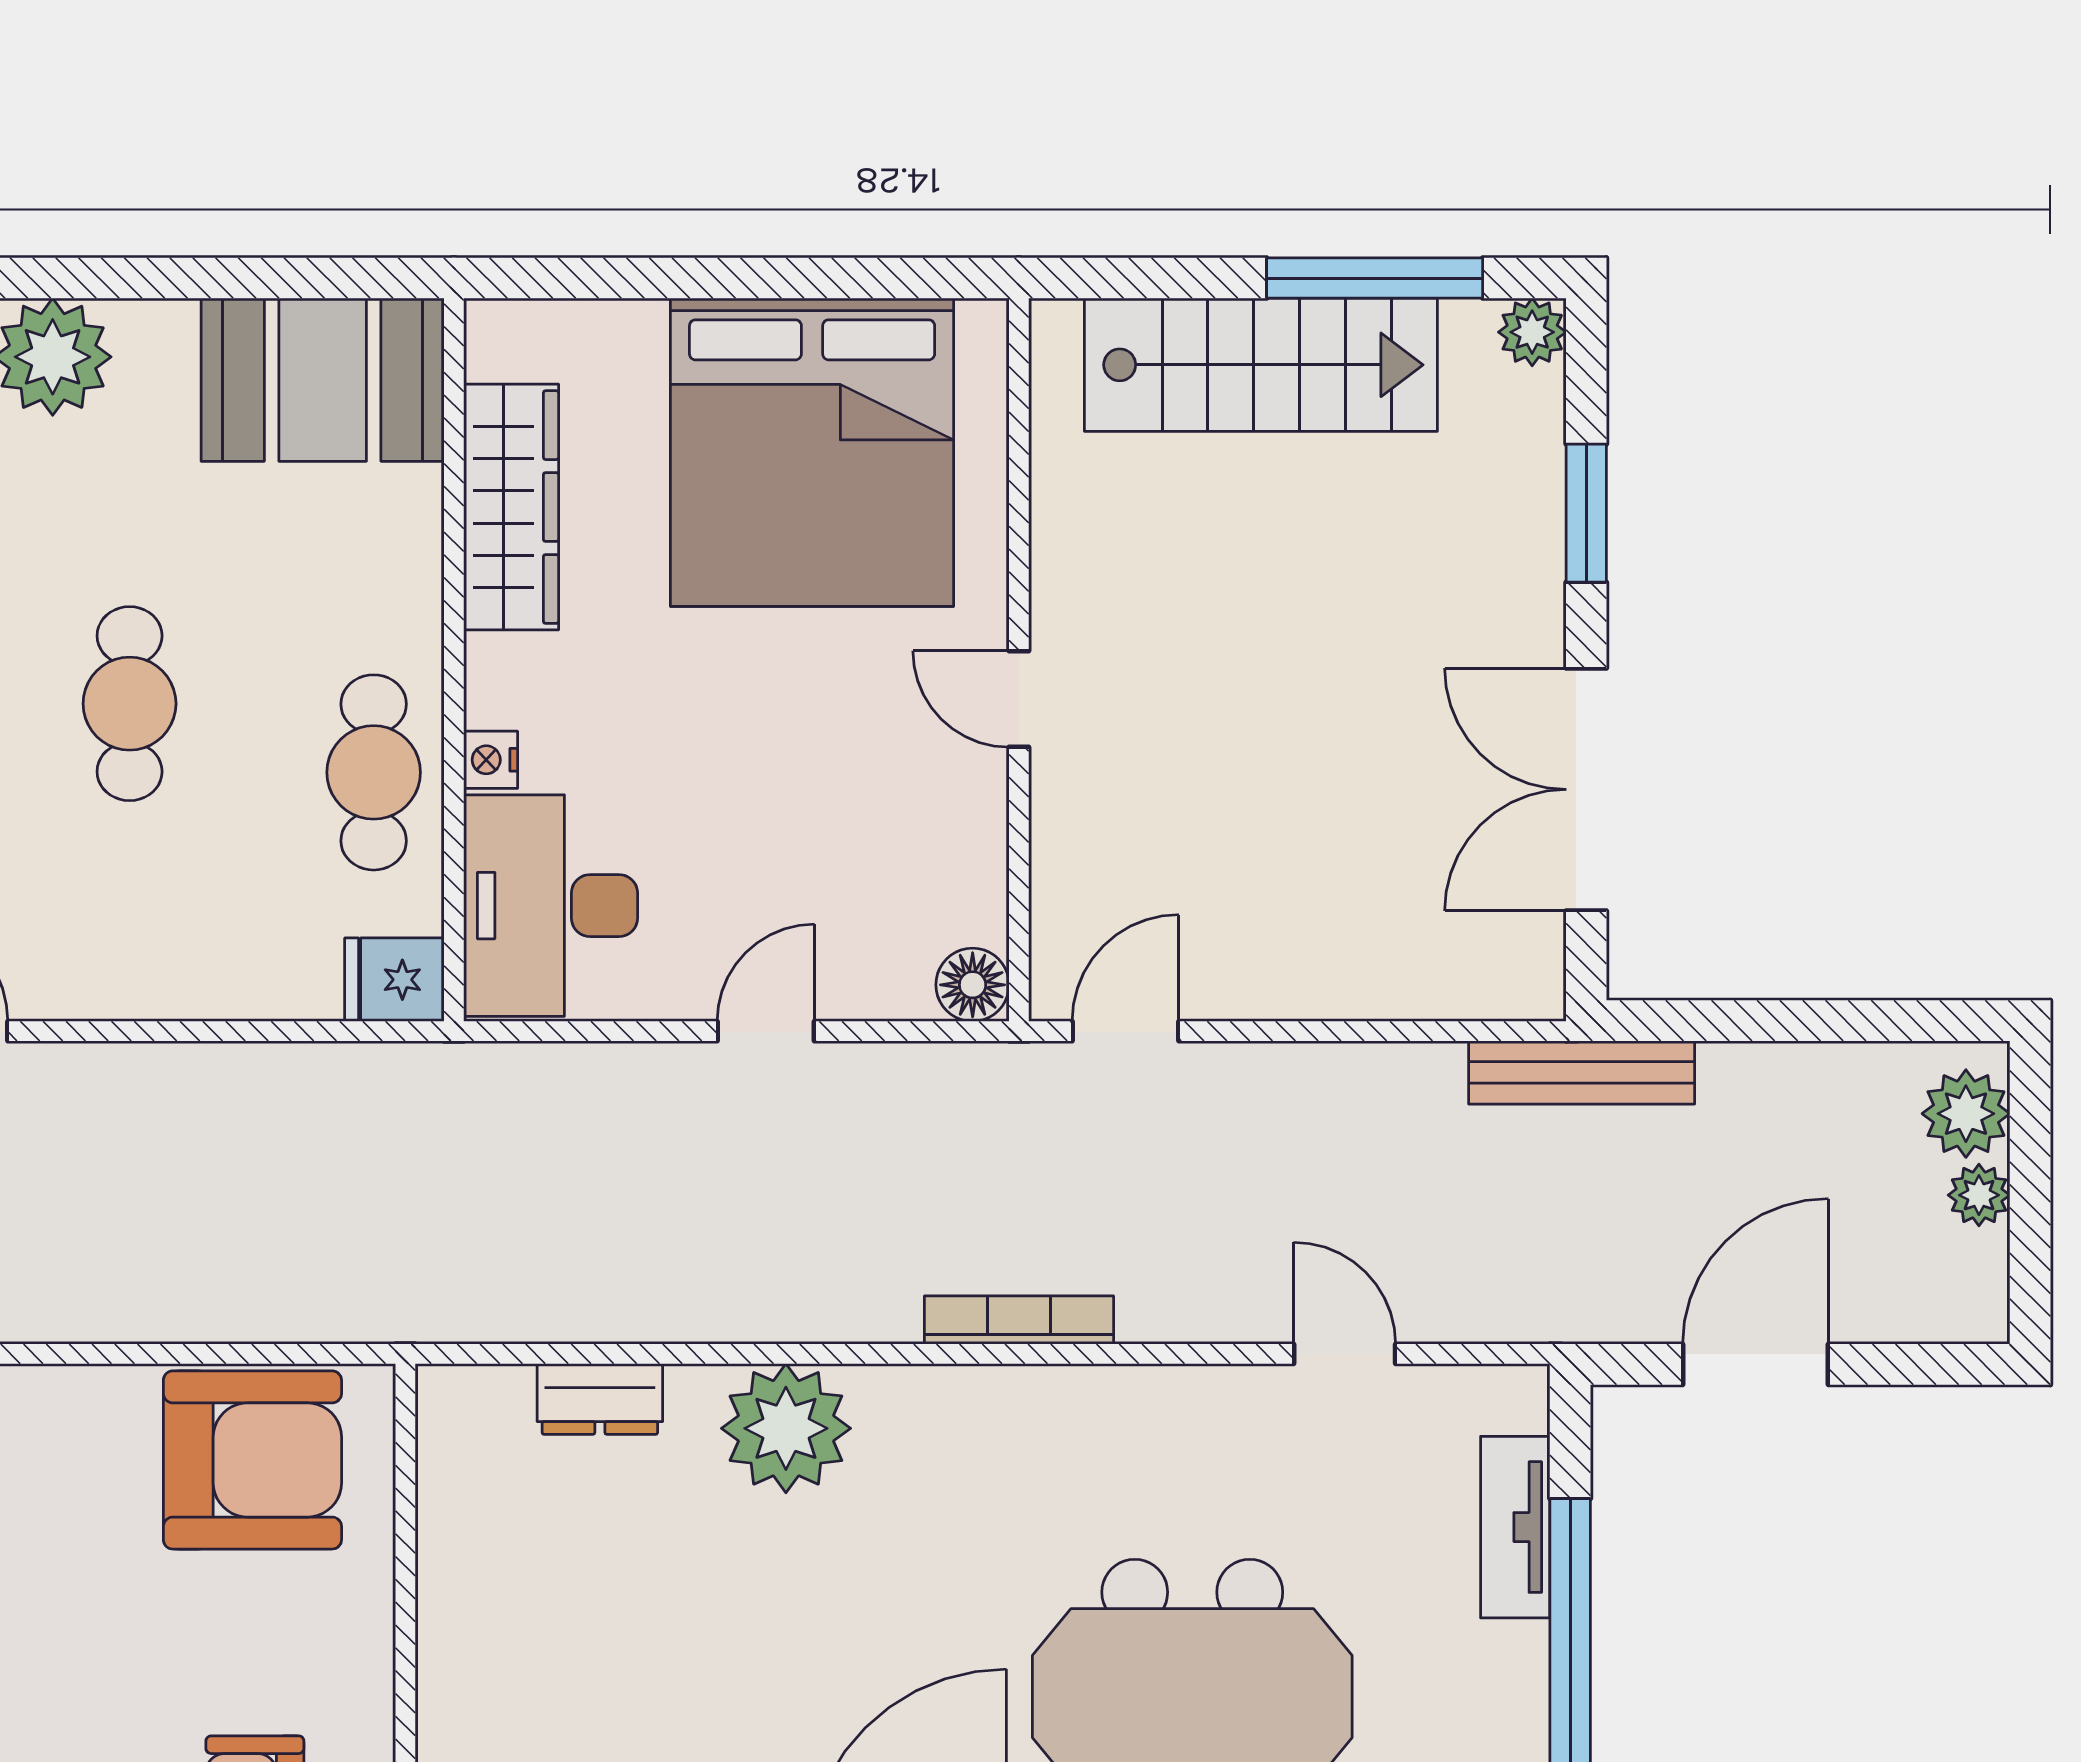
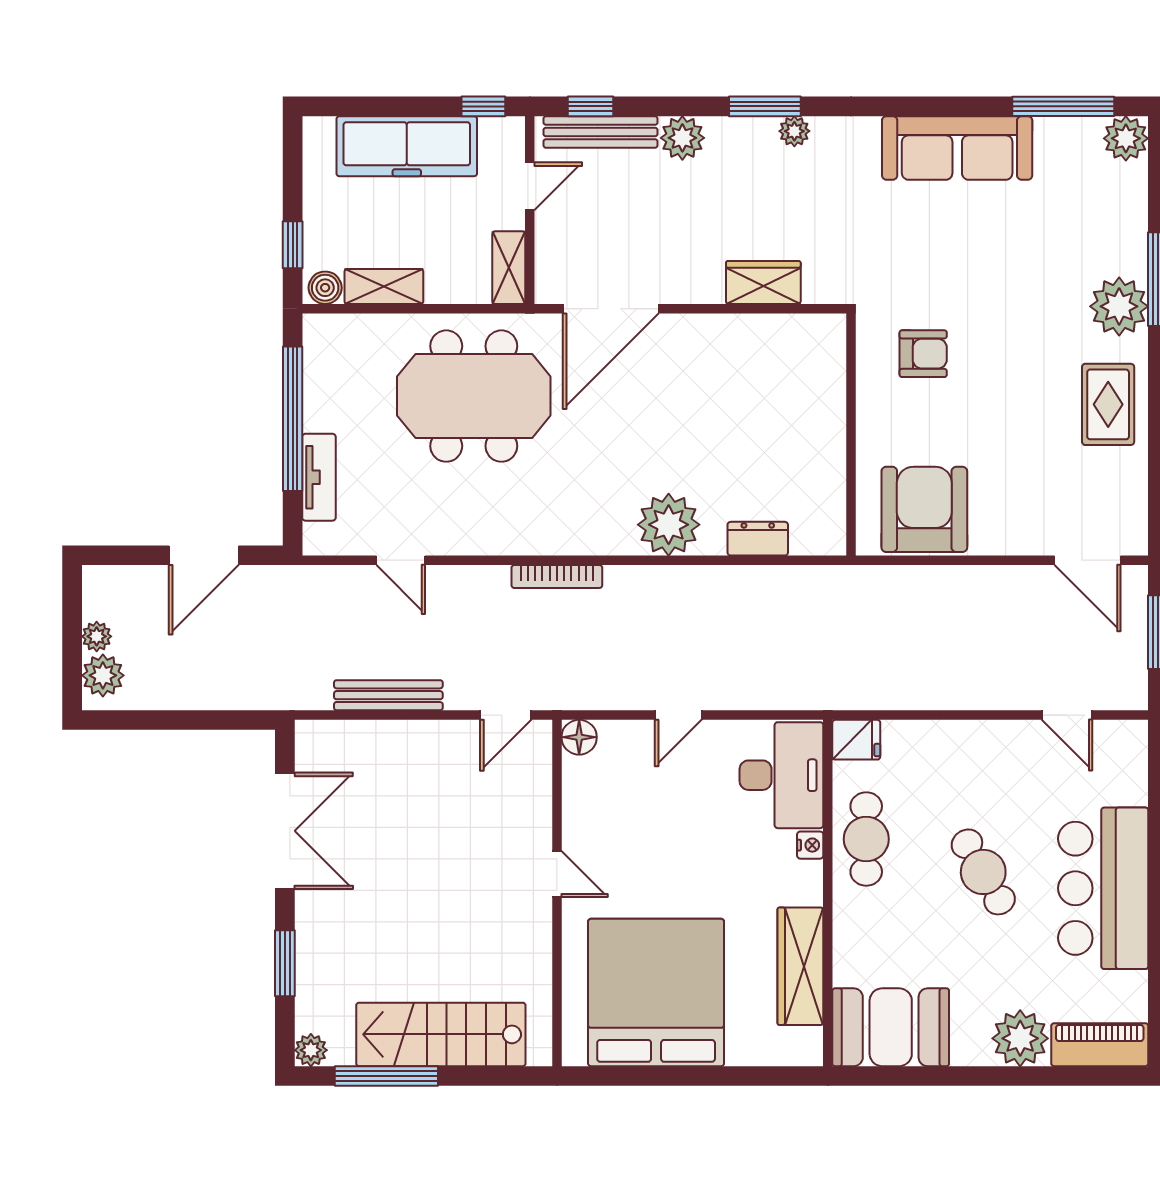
cafe table: (130, 704) -> (983, 872), turned -30
bench: (1582, 1072) -> (388, 695), moved
armchair: (252, 1460) -> (924, 509), turned 90

